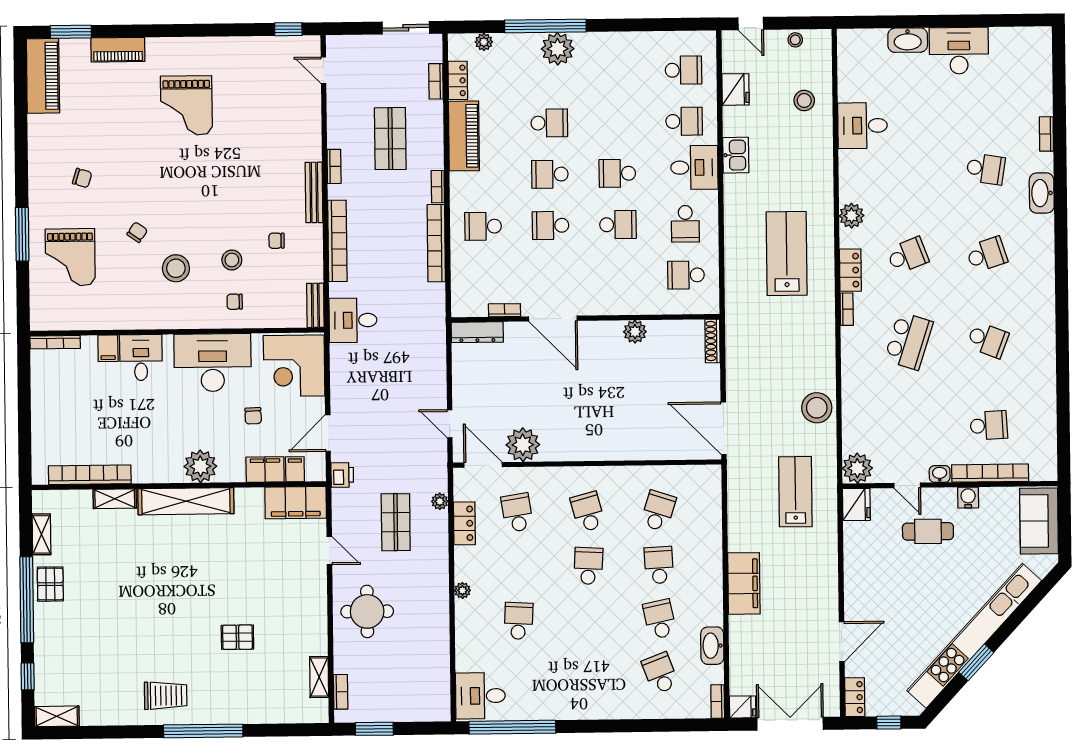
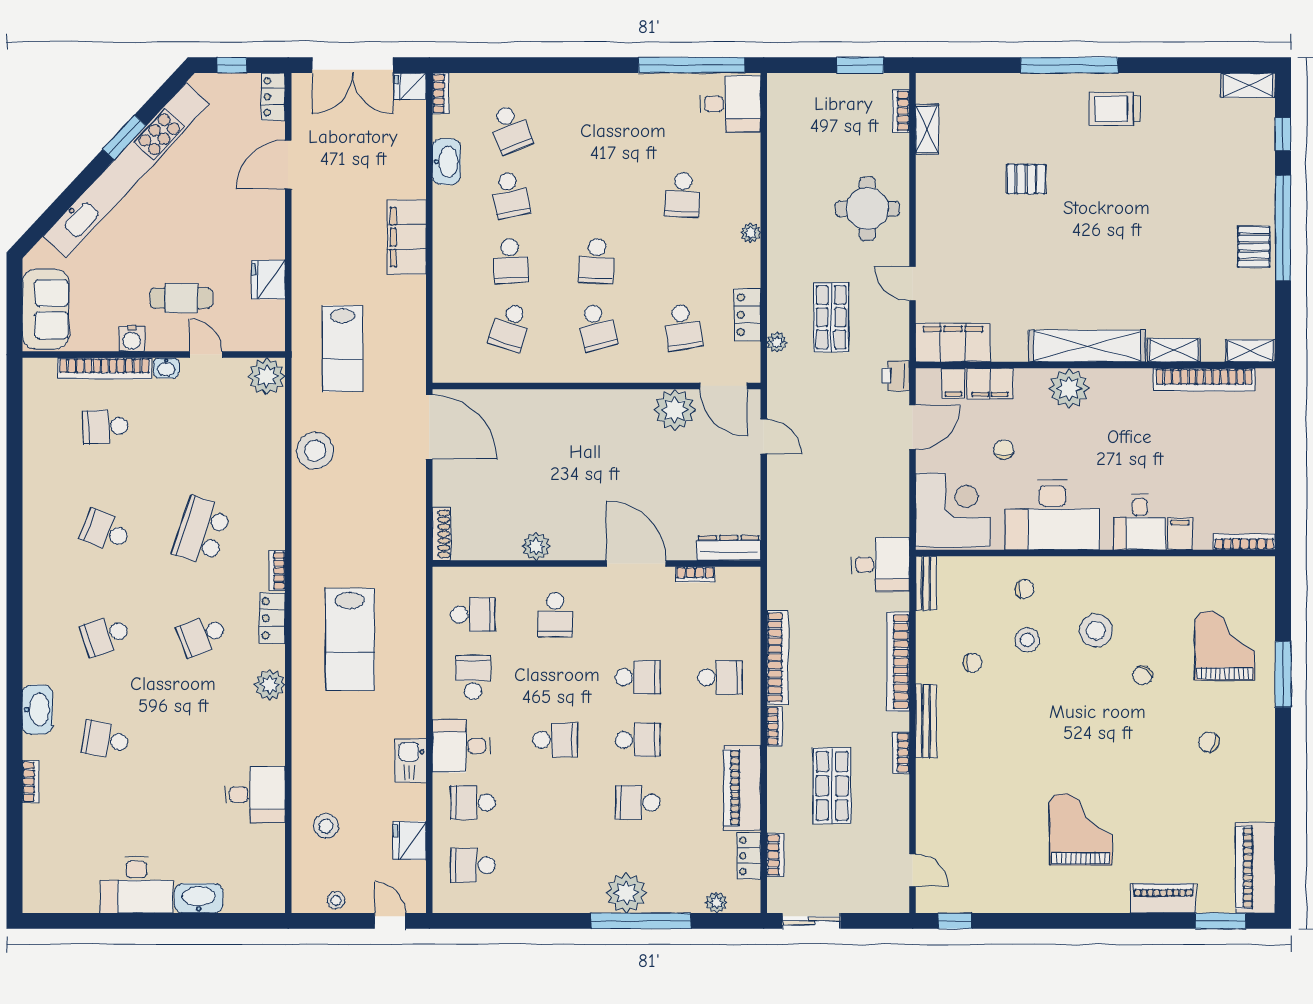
school desk: (618, 225) -> (555, 615), moved, turned -90
fridge: (856, 504) -> (268, 280), moved
shelving: (41, 534) -> (1250, 351), moved, turned 90

